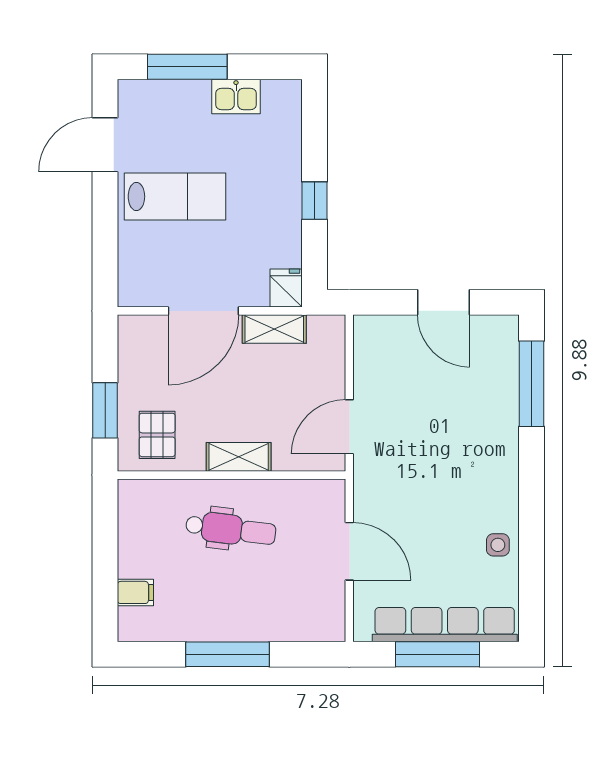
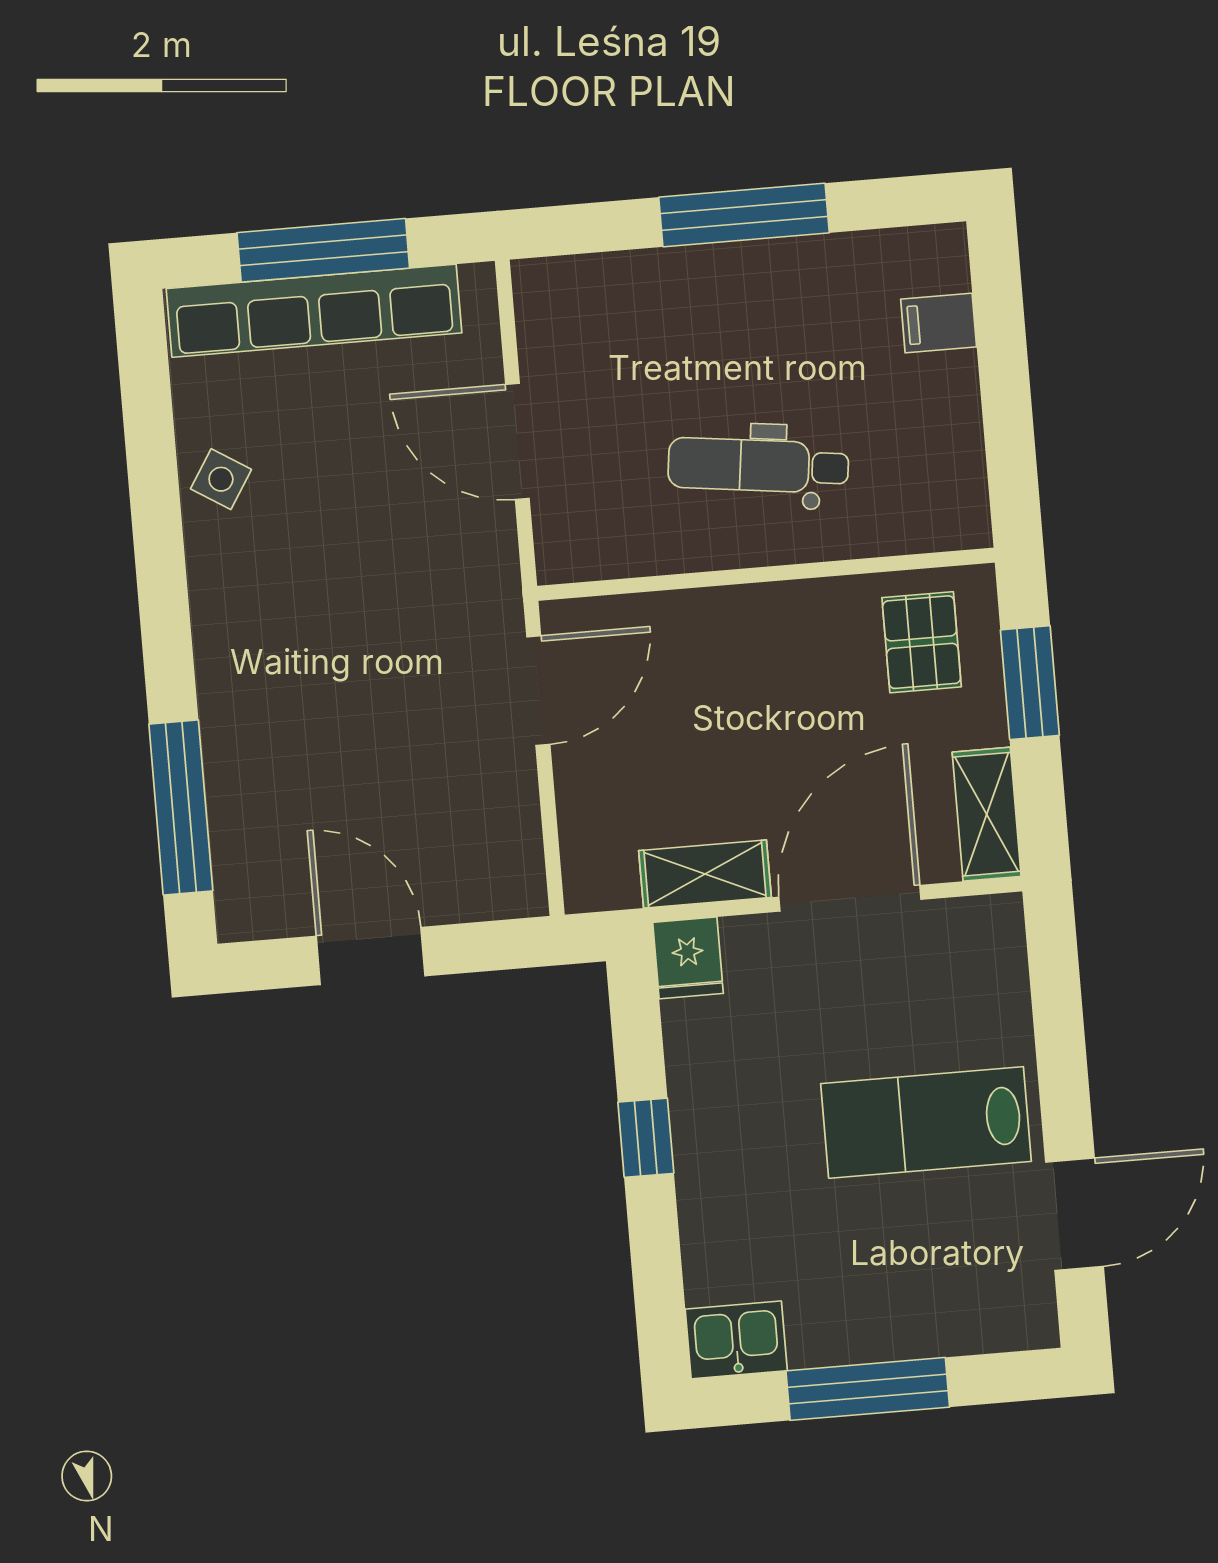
window: (187, 67) -> (868, 1389), moved
kitchen sink: (236, 97) -> (736, 1340), moved
shelving: (239, 457) -> (987, 814), moved, turned 90
side table: (498, 545) -> (221, 479), turned 32

